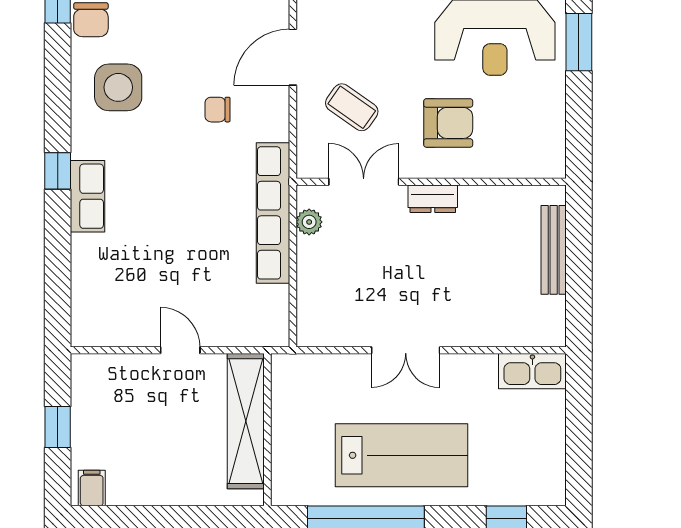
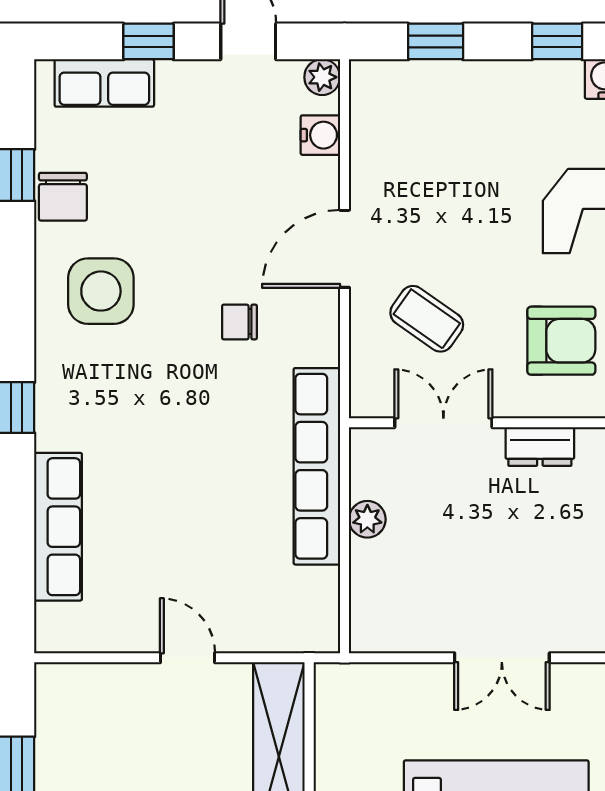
row of seats: (88, 196) -> (58, 527), moved, width x1.48
plant: (309, 222) -> (367, 519), moved

